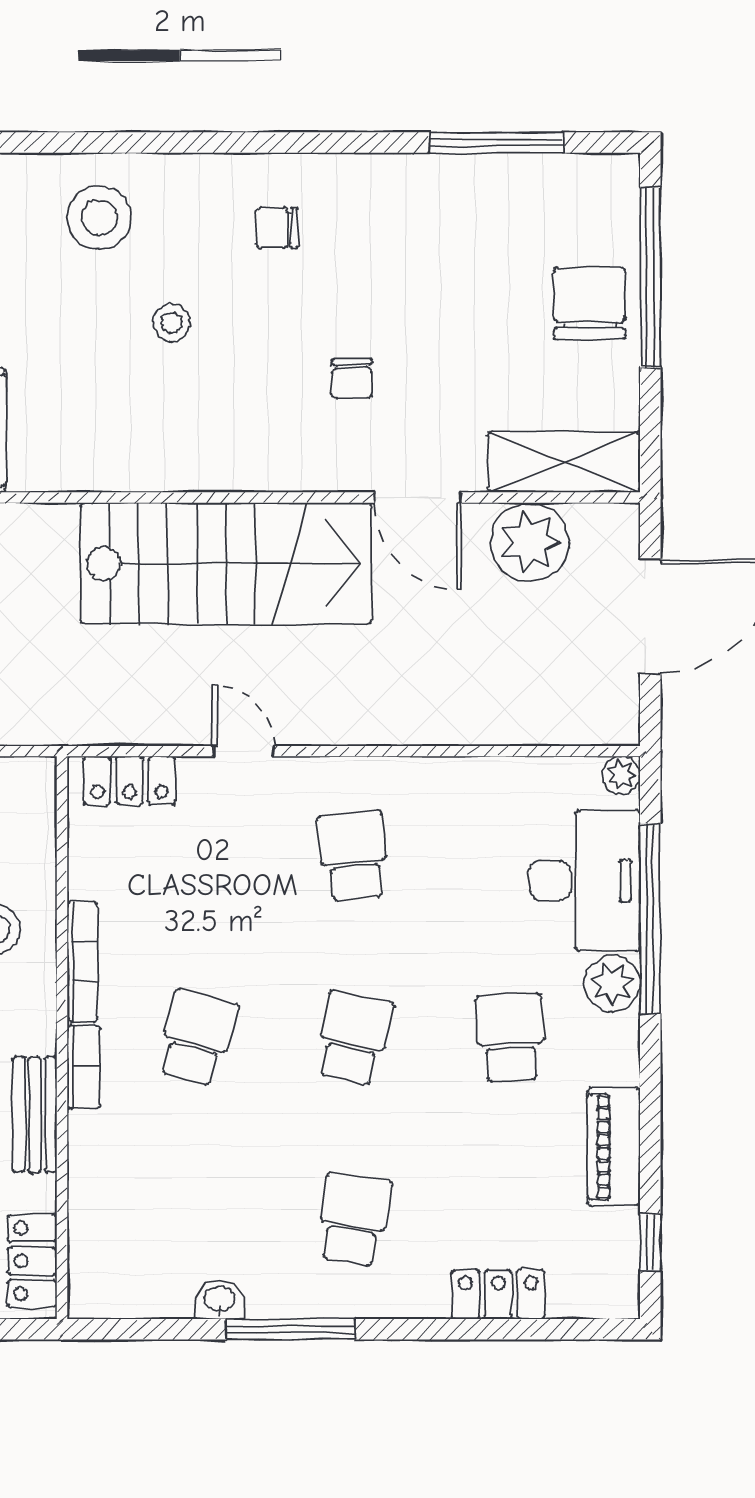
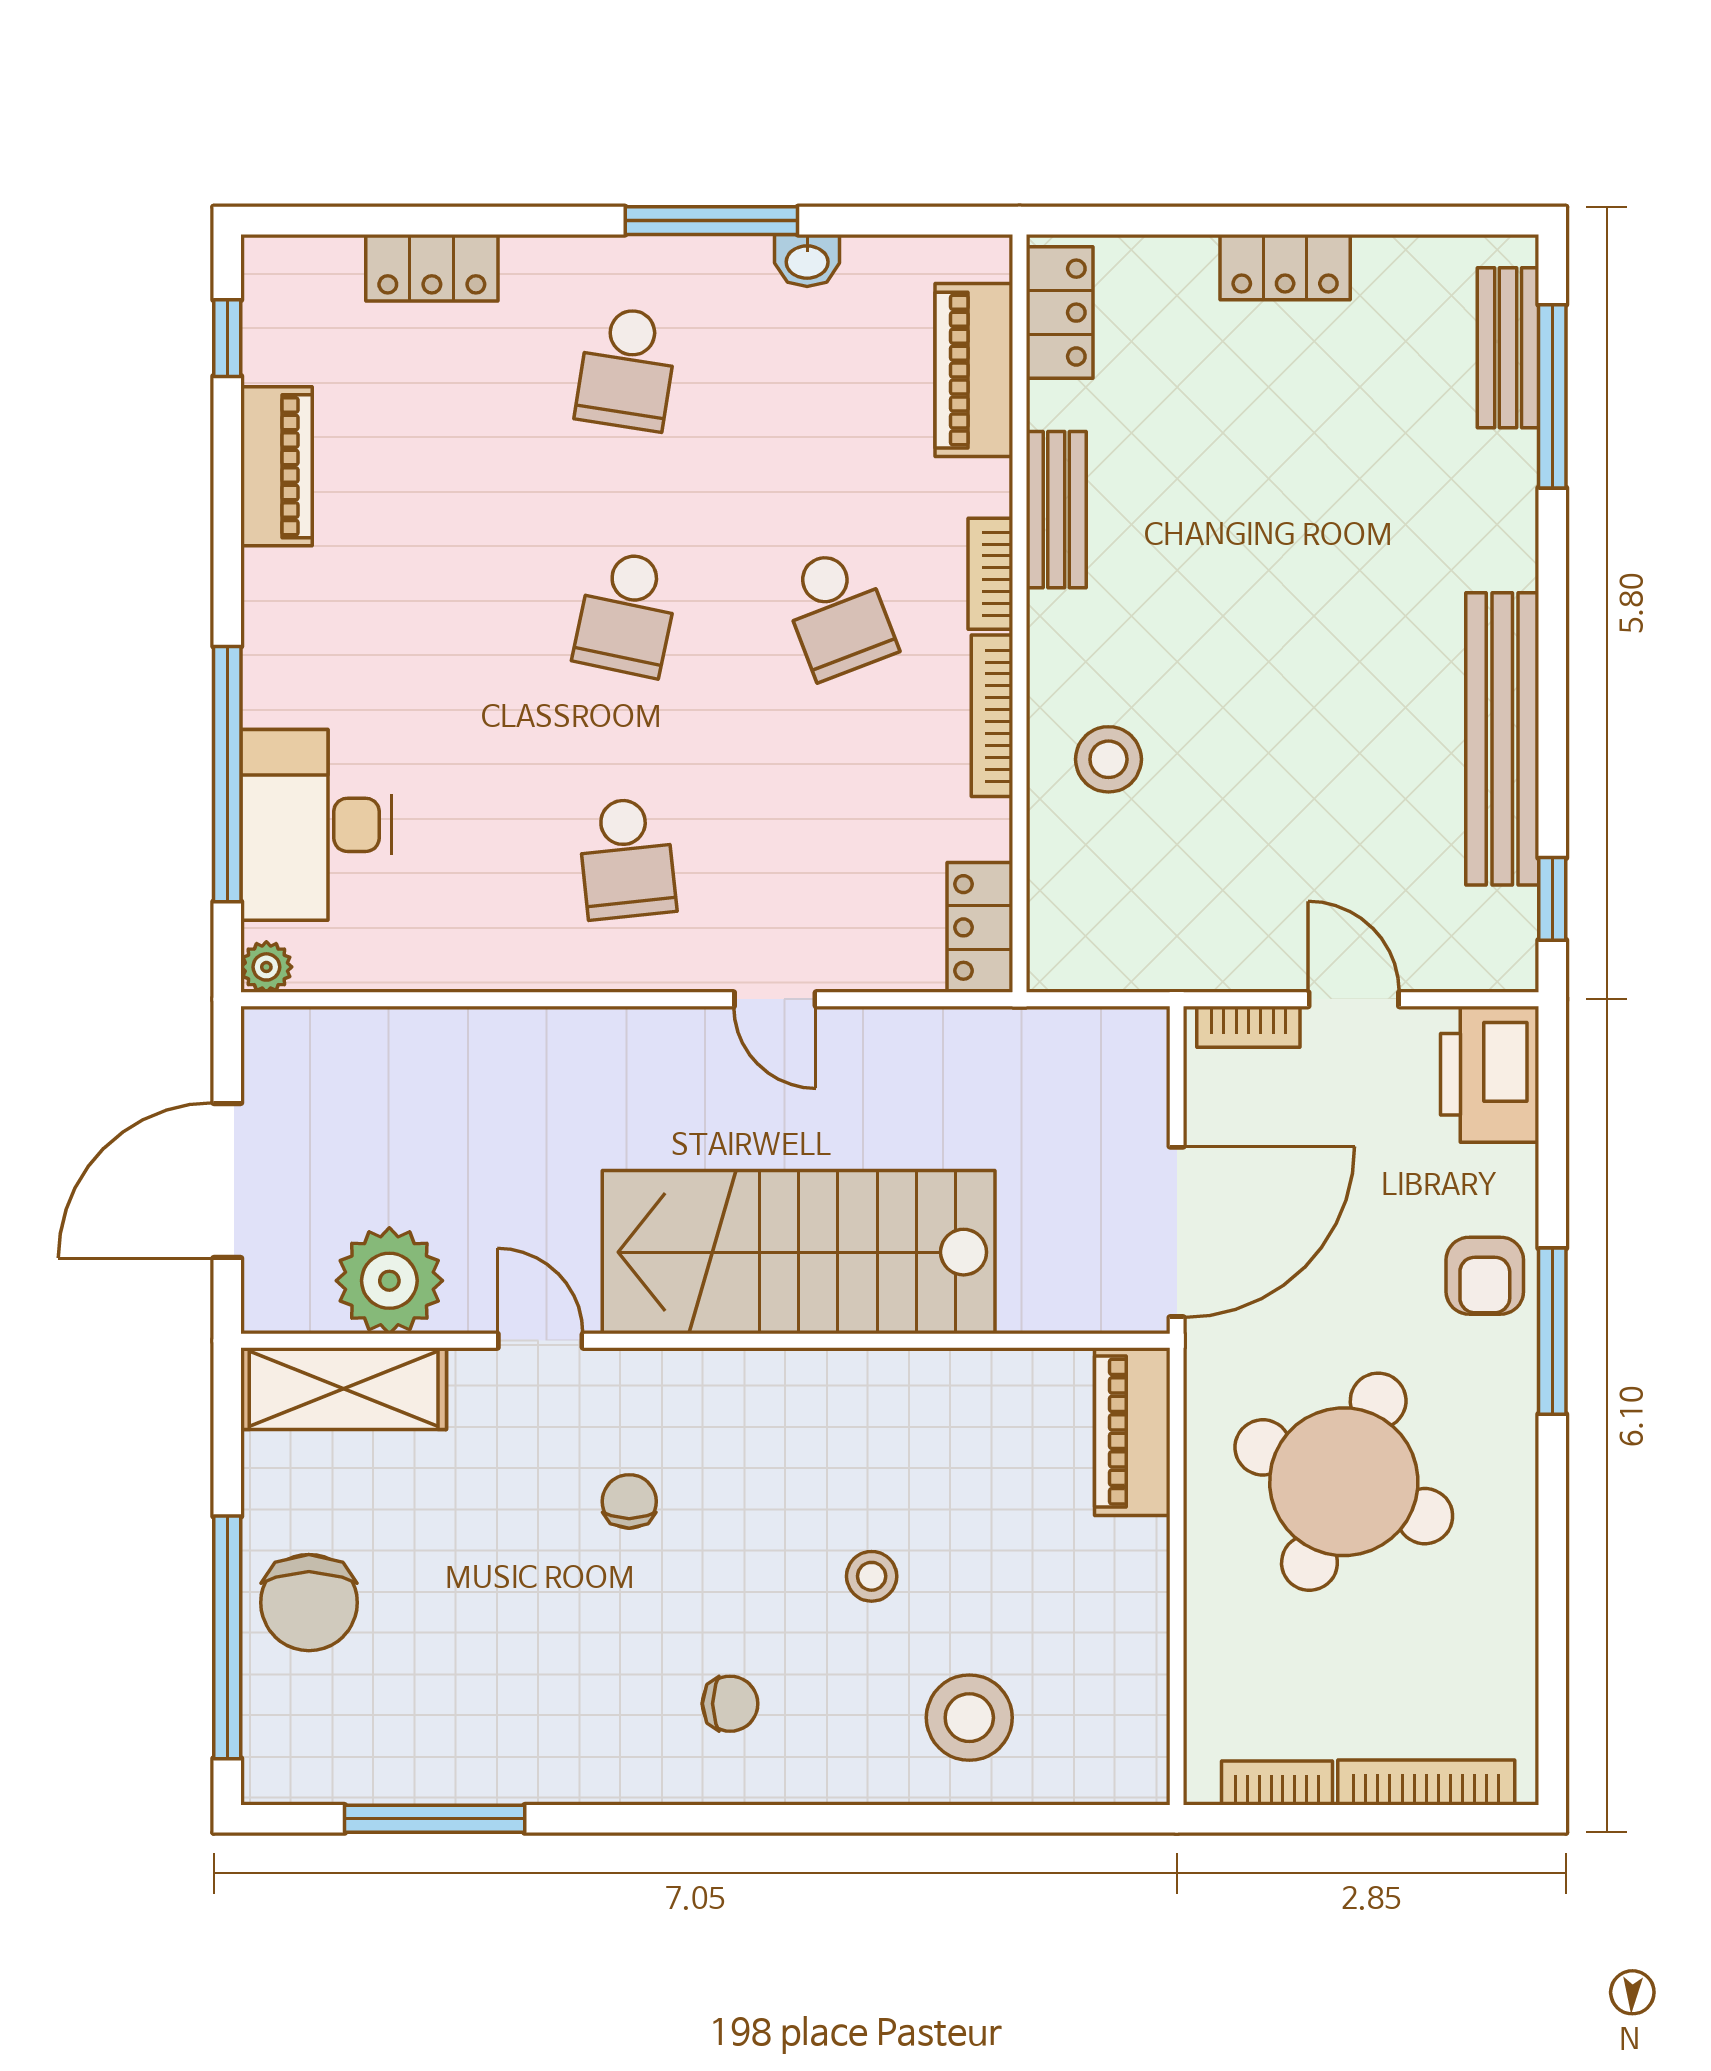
door: (418, 498) -> (540, 1341), width x0.73
locker: (129, 781) -> (980, 927), moved, turned -90
plant: (612, 983) -> (278, 686), removed
school desk: (197, 1038) -> (838, 613), turned -36
school desk: (510, 1038) -> (416, 613), removed
piano: (96, 1218) -> (974, 370), added

